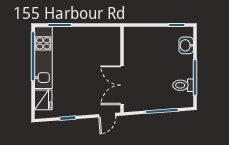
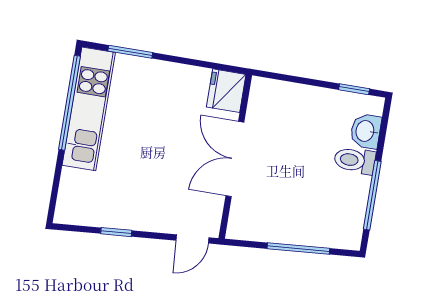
double door: (122, 85) -> (235, 159), moved
toilet: (183, 85) -> (355, 160), moved
fridge: (43, 100) -> (226, 91), moved, turned 180

